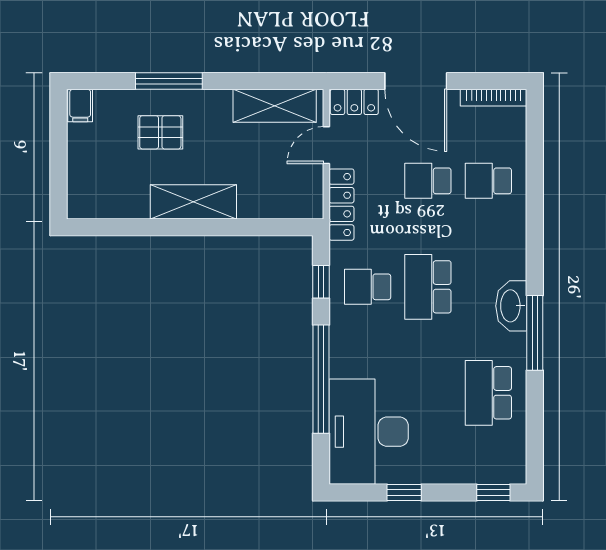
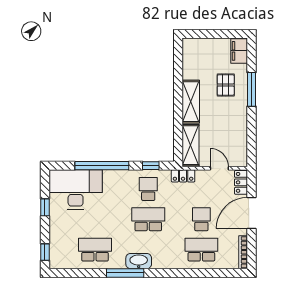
filing cabinet: (80, 106) -> (239, 51), width x2.00
shelving: (275, 106) -> (190, 145), moved
school desk: (488, 181) -> (201, 250), width x1.85
locker: (341, 205) -> (183, 176), width x0.66

